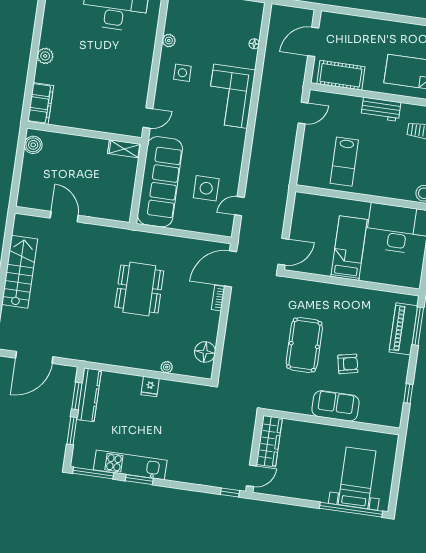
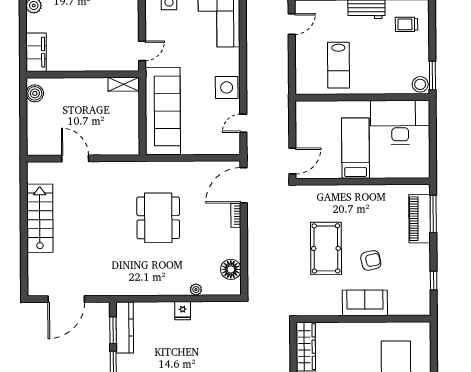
side table: (206, 188) -> (227, 87), moved

